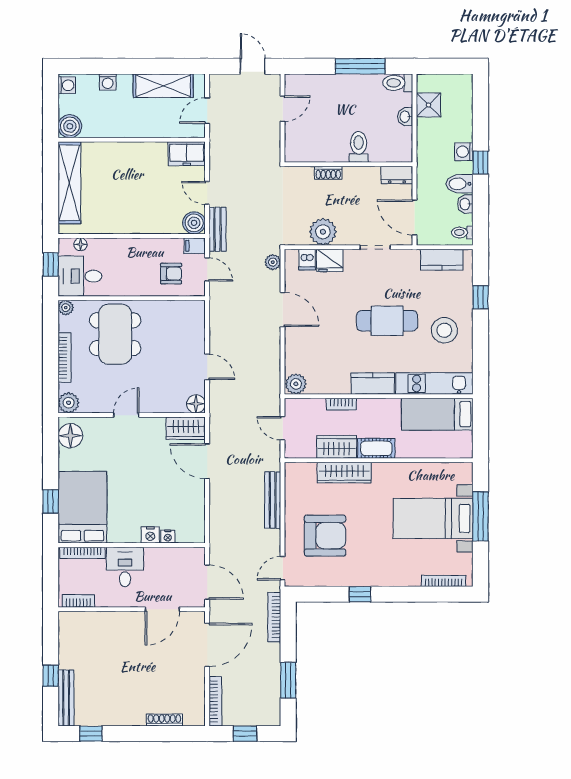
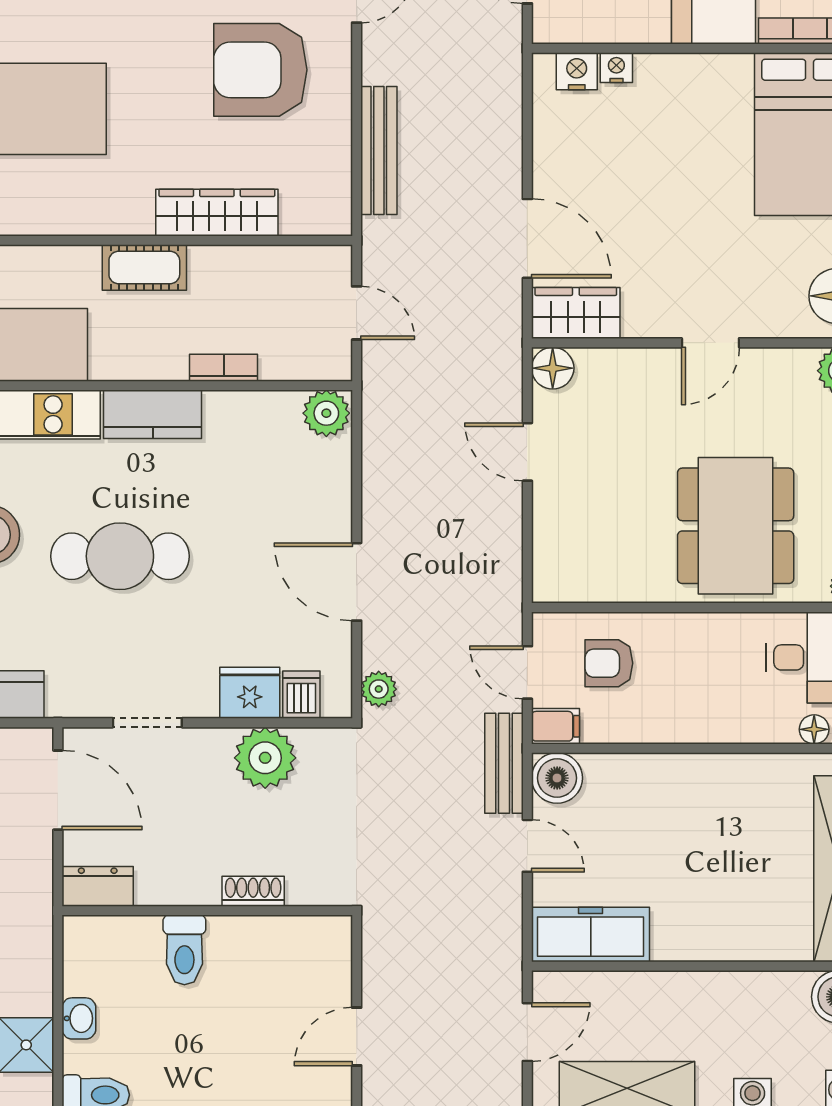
freezer: (187, 154) -> (591, 934), width x1.40
wardrobe: (337, 447) -> (234, 271), removed
nightstand: (150, 535) -> (577, 71), moved

